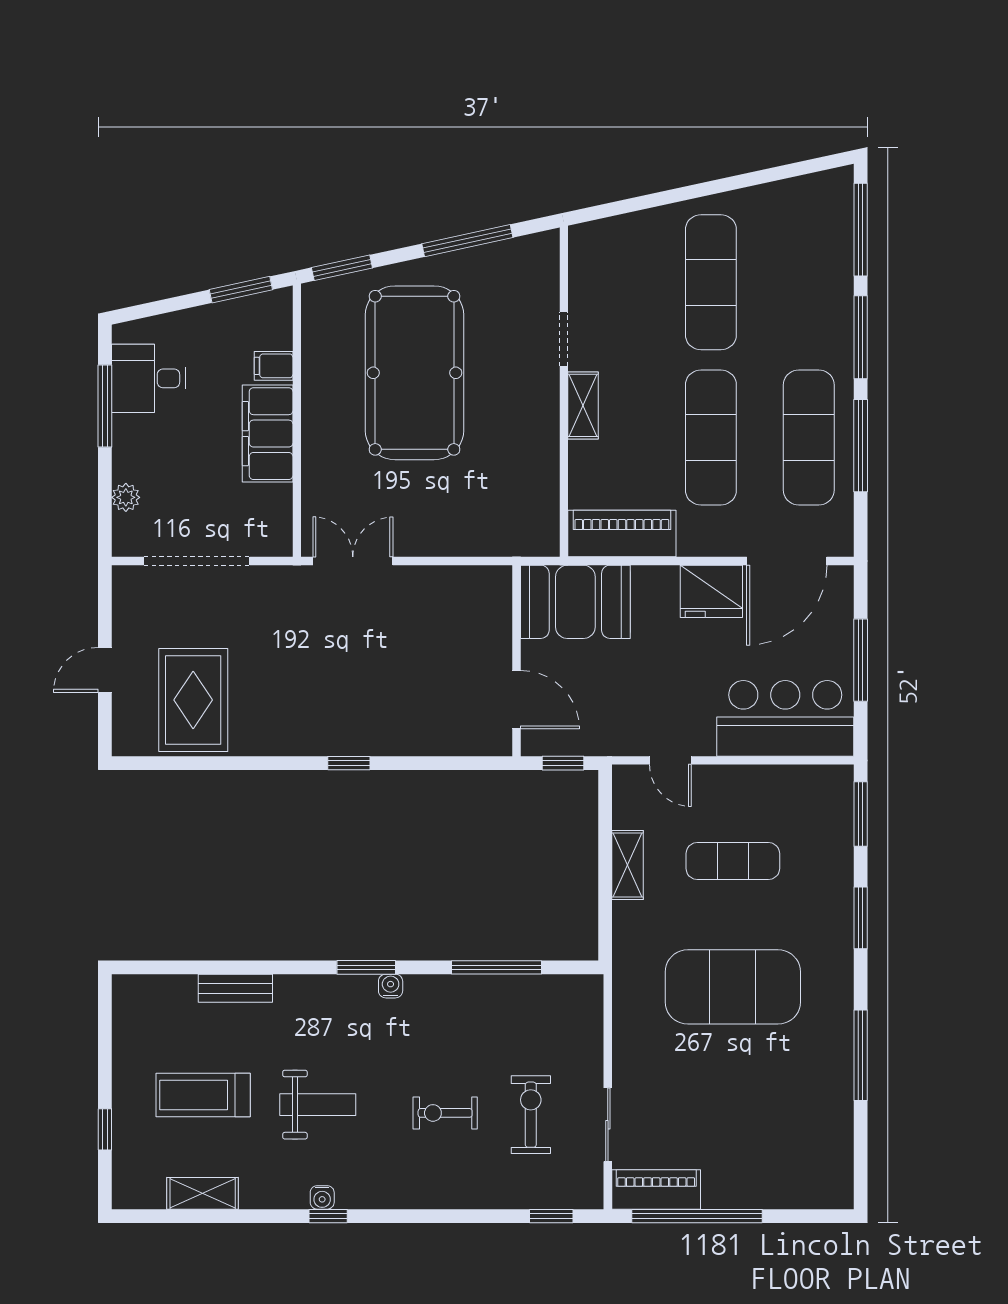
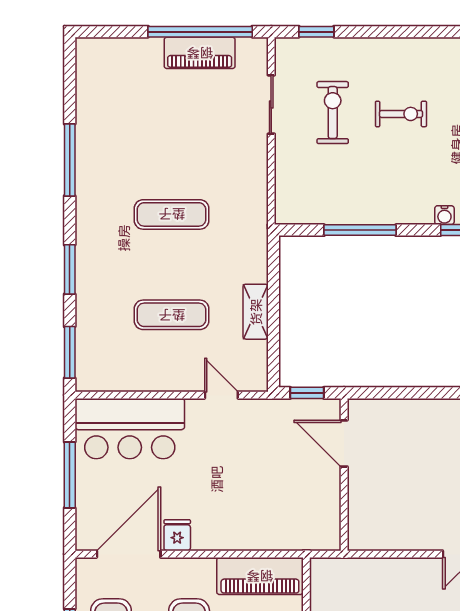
fridge: (711, 591) -> (177, 535), width x0.53, depth x0.75
booth: (575, 602) -> (297, 521), removed
exercise mat: (733, 987) -> (172, 214), width x0.50, depth x0.69
exercise bike: (531, 1115) -> (333, 113), turned 180
piano: (656, 1190) -> (200, 53), moved

